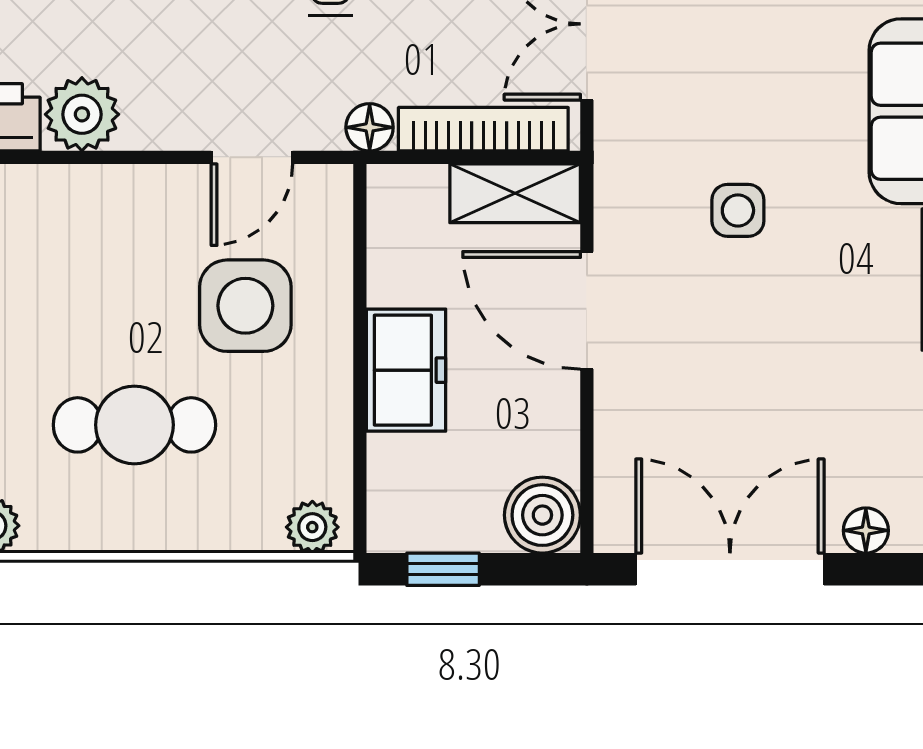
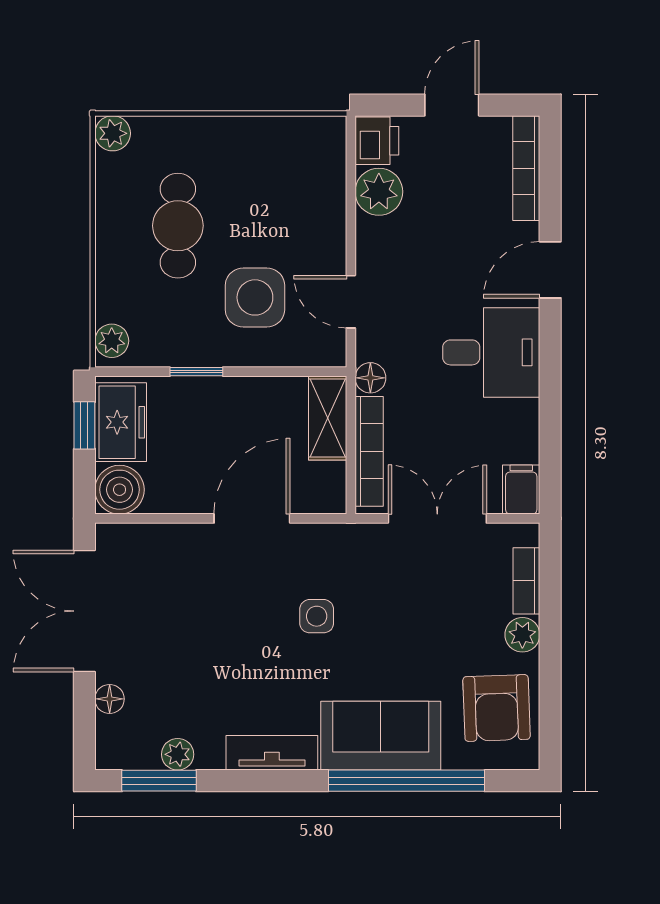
shelving: (515, 193) -> (328, 418), moved
freezer: (406, 370) -> (121, 422), moved, turned -90
window: (360, 396) -> (196, 372), added
double door: (730, 569) -> (84, 611), swing flipped

